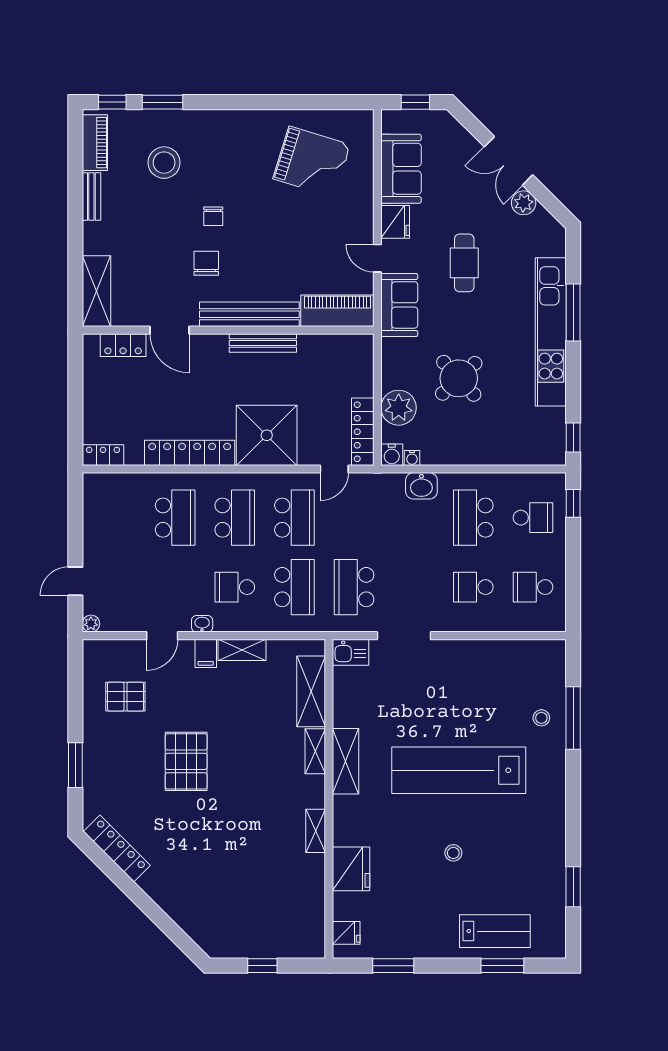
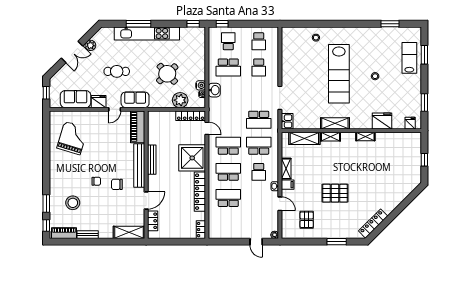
water cooler: (392, 455) -> (201, 85), moved
window: (573, 718) -> (316, 24), removed

